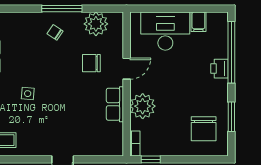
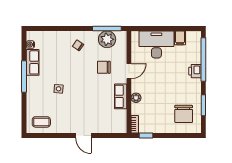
window: (62, 9) -> (107, 28), moved
plant: (143, 106) -> (136, 98), width x0.53, depth x0.53

